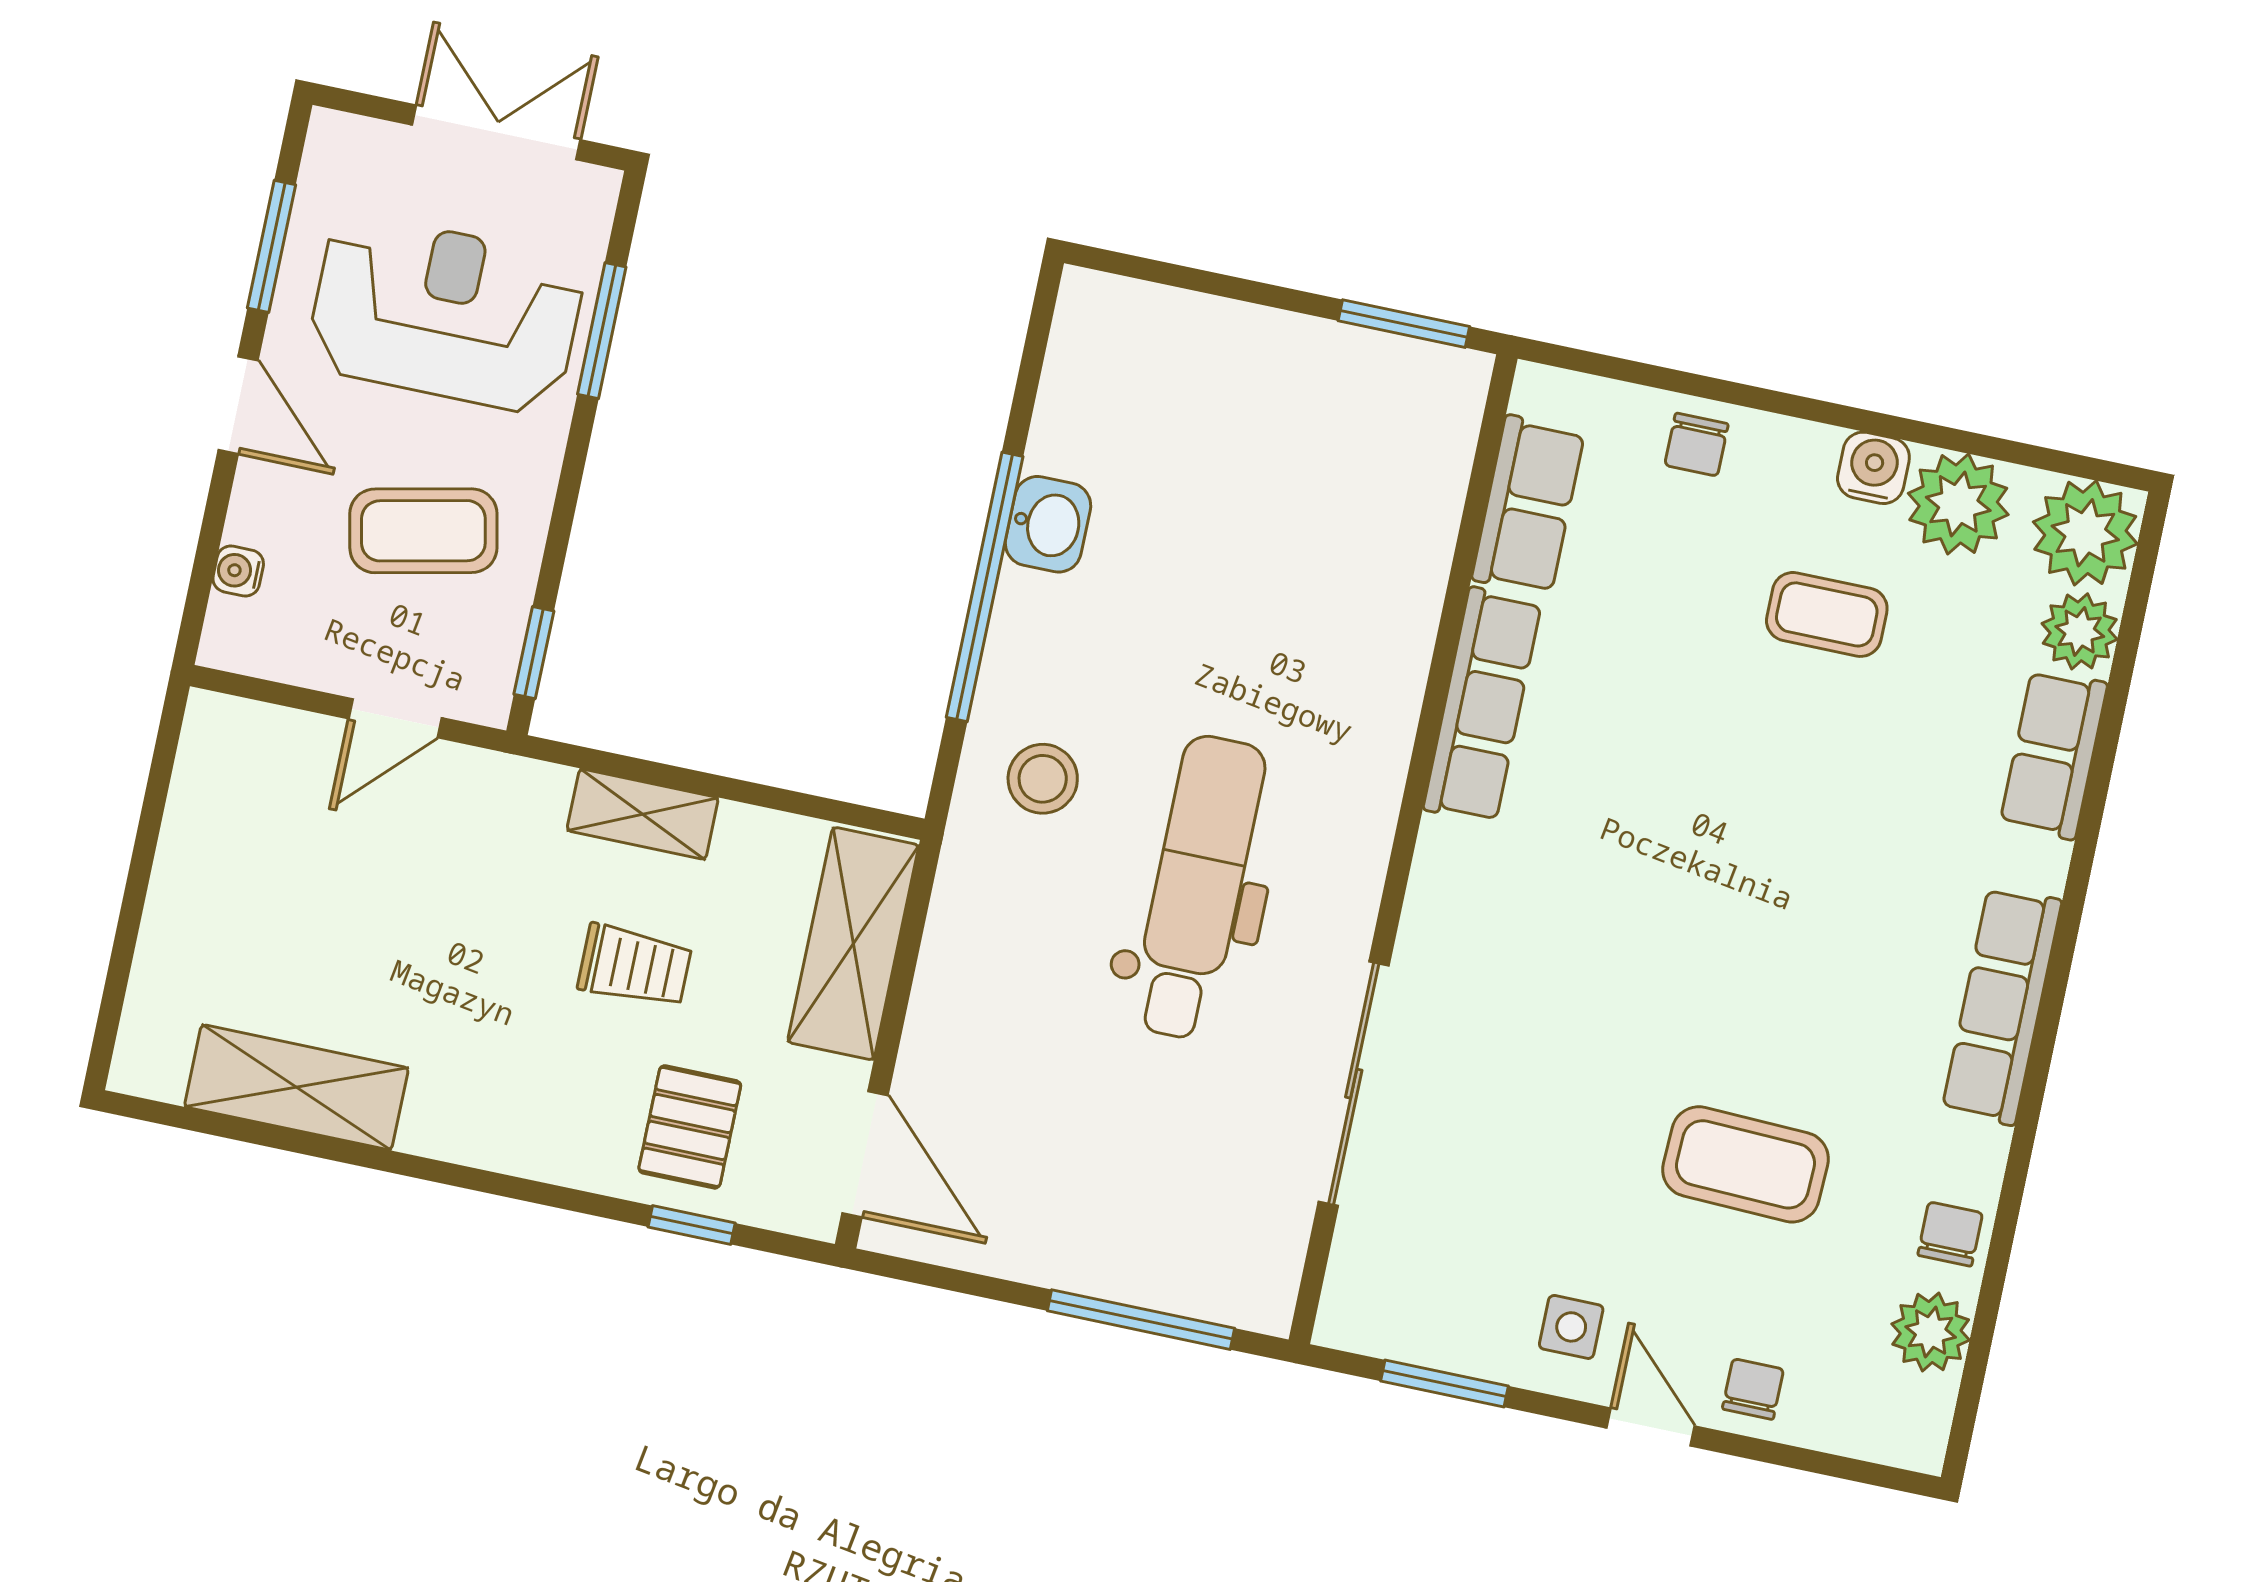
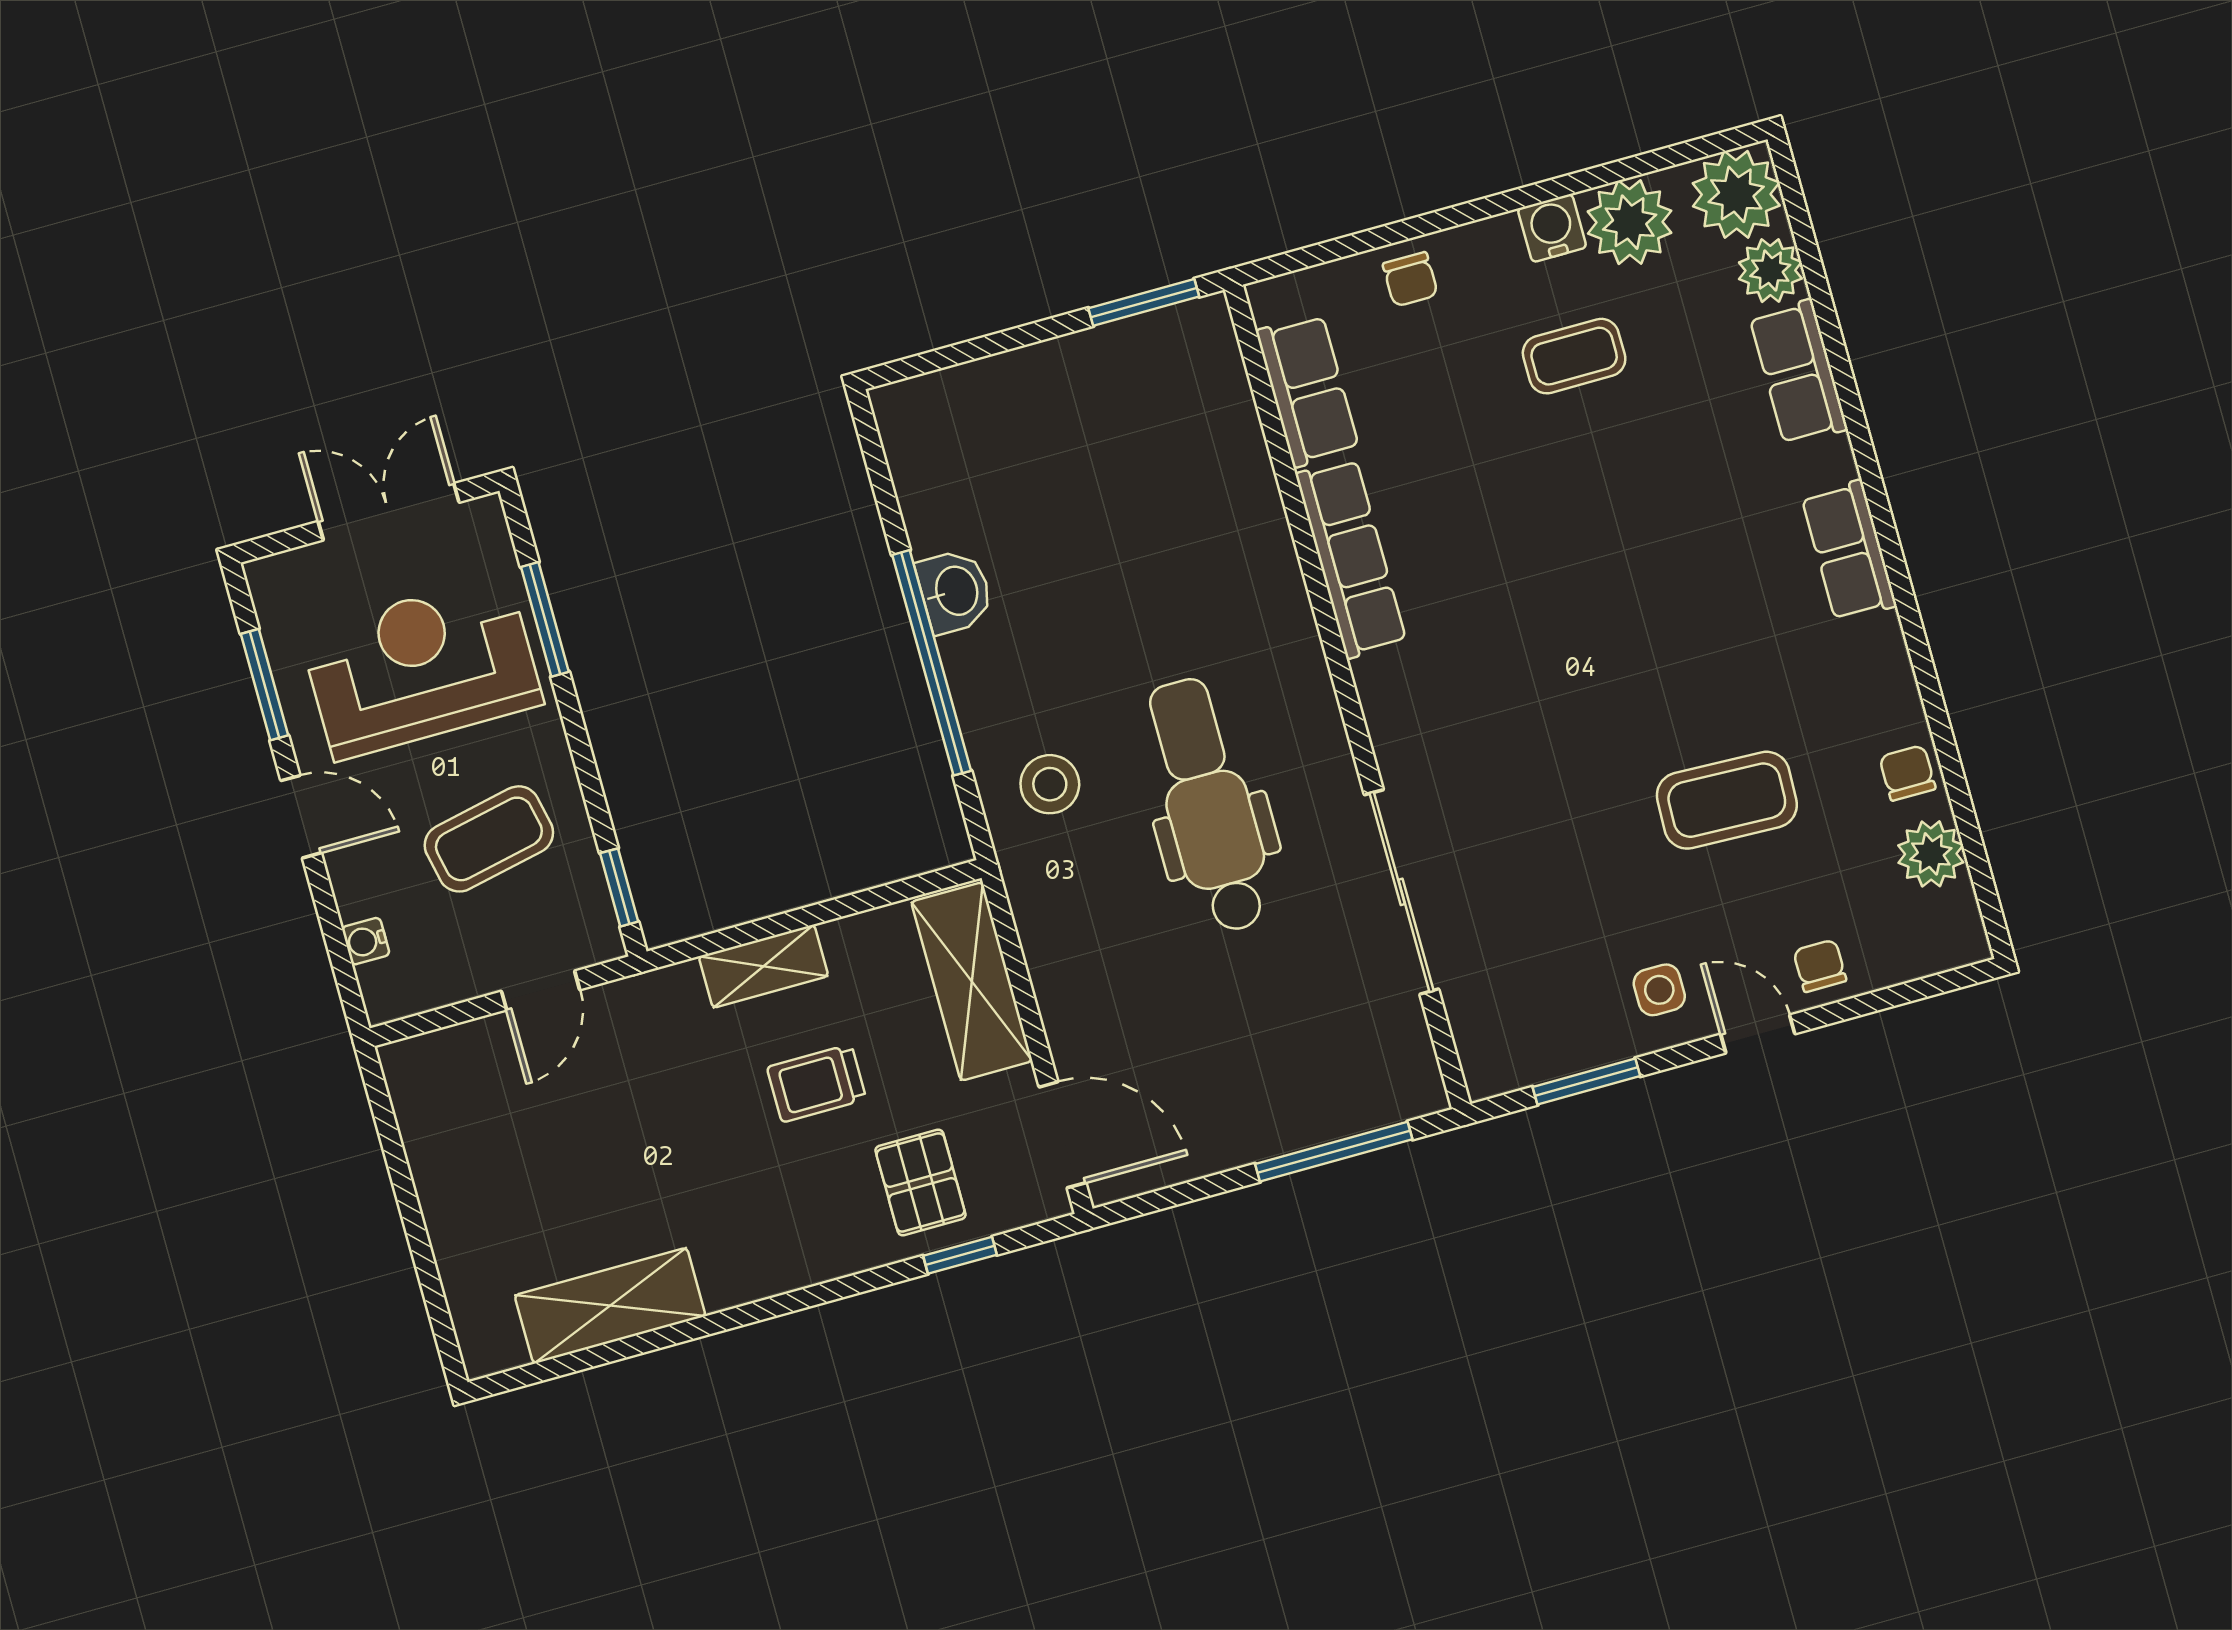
trolley: (635, 966) -> (817, 1083), turned 180
row of seats: (2002, 1006) -> (1849, 551), width x0.68

